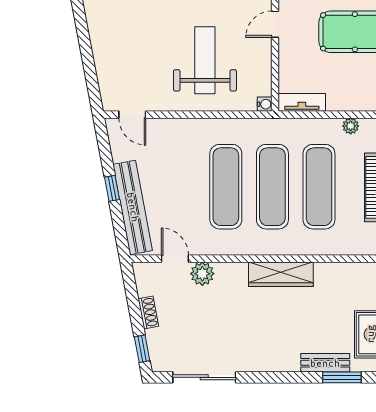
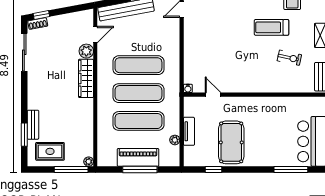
door: (275, 24) -> (213, 95), moved
weight bench: (205, 60) -> (214, 53), removed
tv unit: (302, 102) -> (189, 131), moved
wardrobe: (281, 274) -> (86, 78), moved
shoe rack: (148, 313) -> (38, 24), moved

